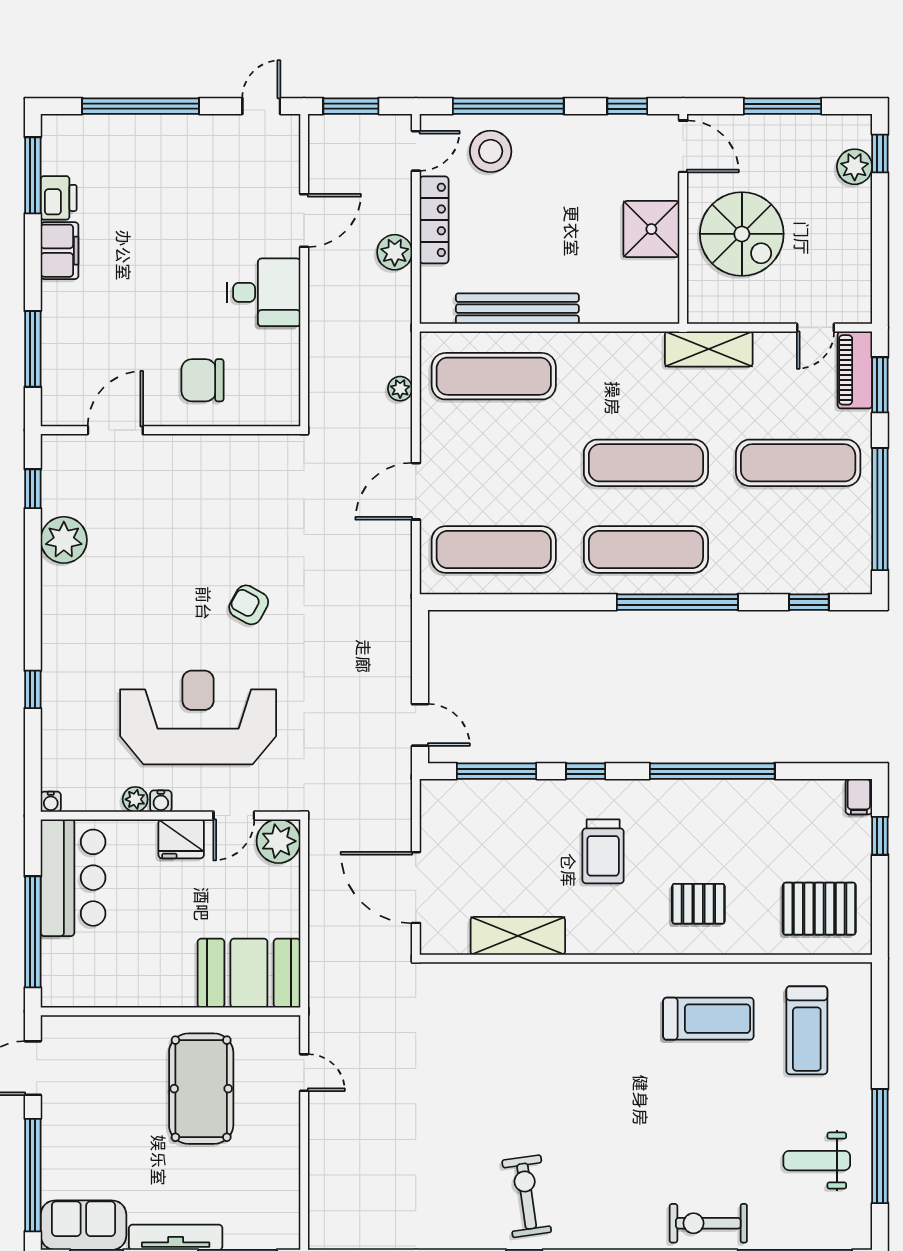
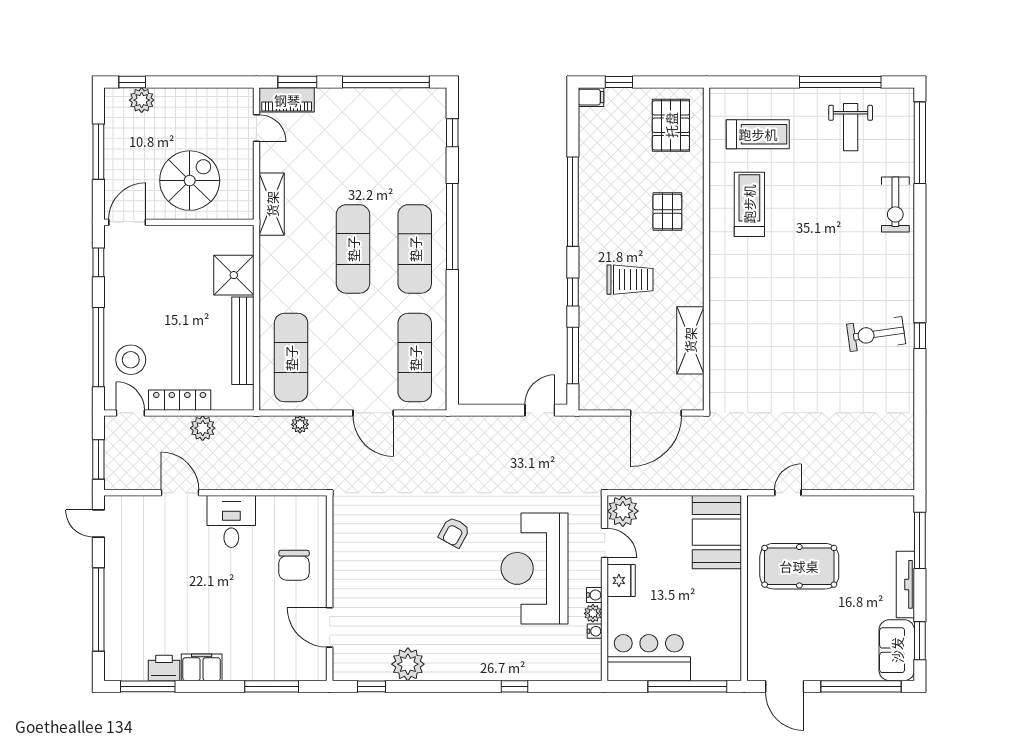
shower: (651, 229) -> (234, 275), moved
exercise mat: (798, 463) -> (353, 140), removed
water cooler: (51, 802) -> (595, 631), moved

